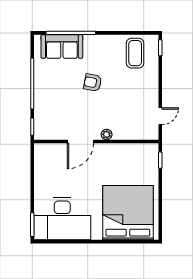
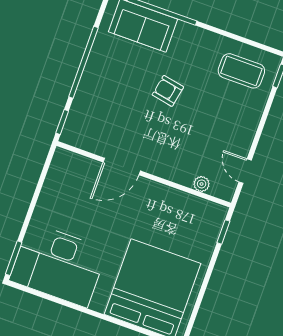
coffee table: (135, 53) -> (241, 71), turned 90
door: (160, 116) -> (245, 171), swing flipped
plant: (107, 134) -> (202, 184), moved

